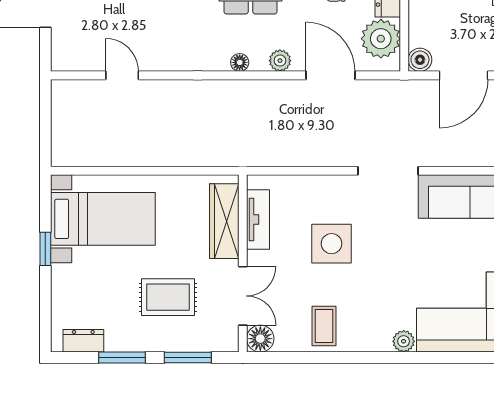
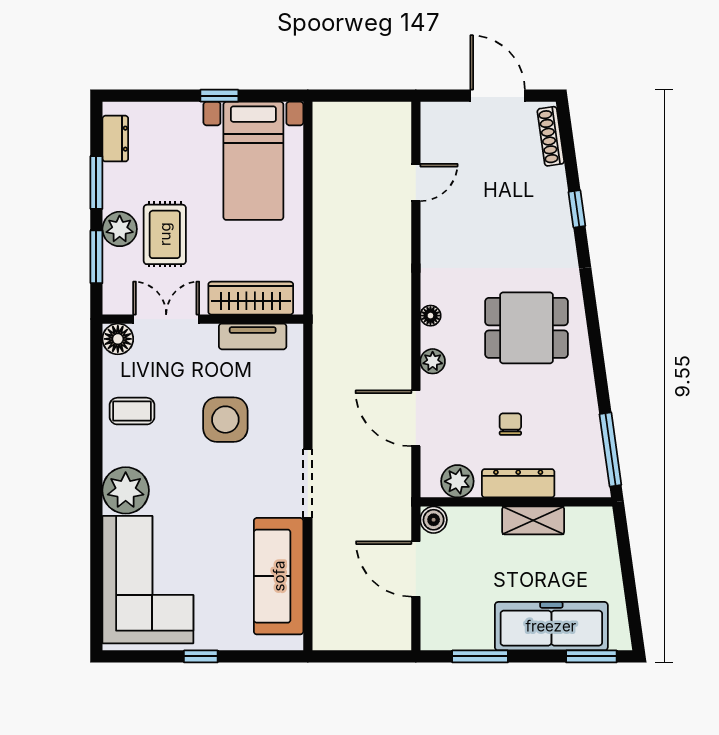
plant: (381, 39) -> (457, 481), width x0.73, depth x0.73
door: (330, 75) -> (416, 418), swing flipped
double door: (243, 296) -> (166, 319), swing flipped
plant: (163, 337) -> (120, 229), added
plant: (404, 341) -> (126, 490), width x1.87, depth x1.87

